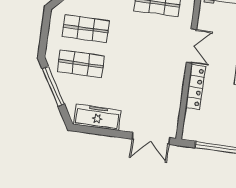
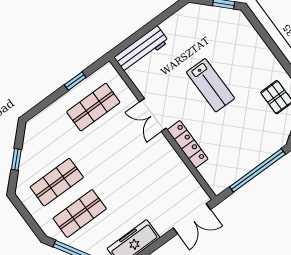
double door: (191, 46) -> (153, 115), swing flipped

